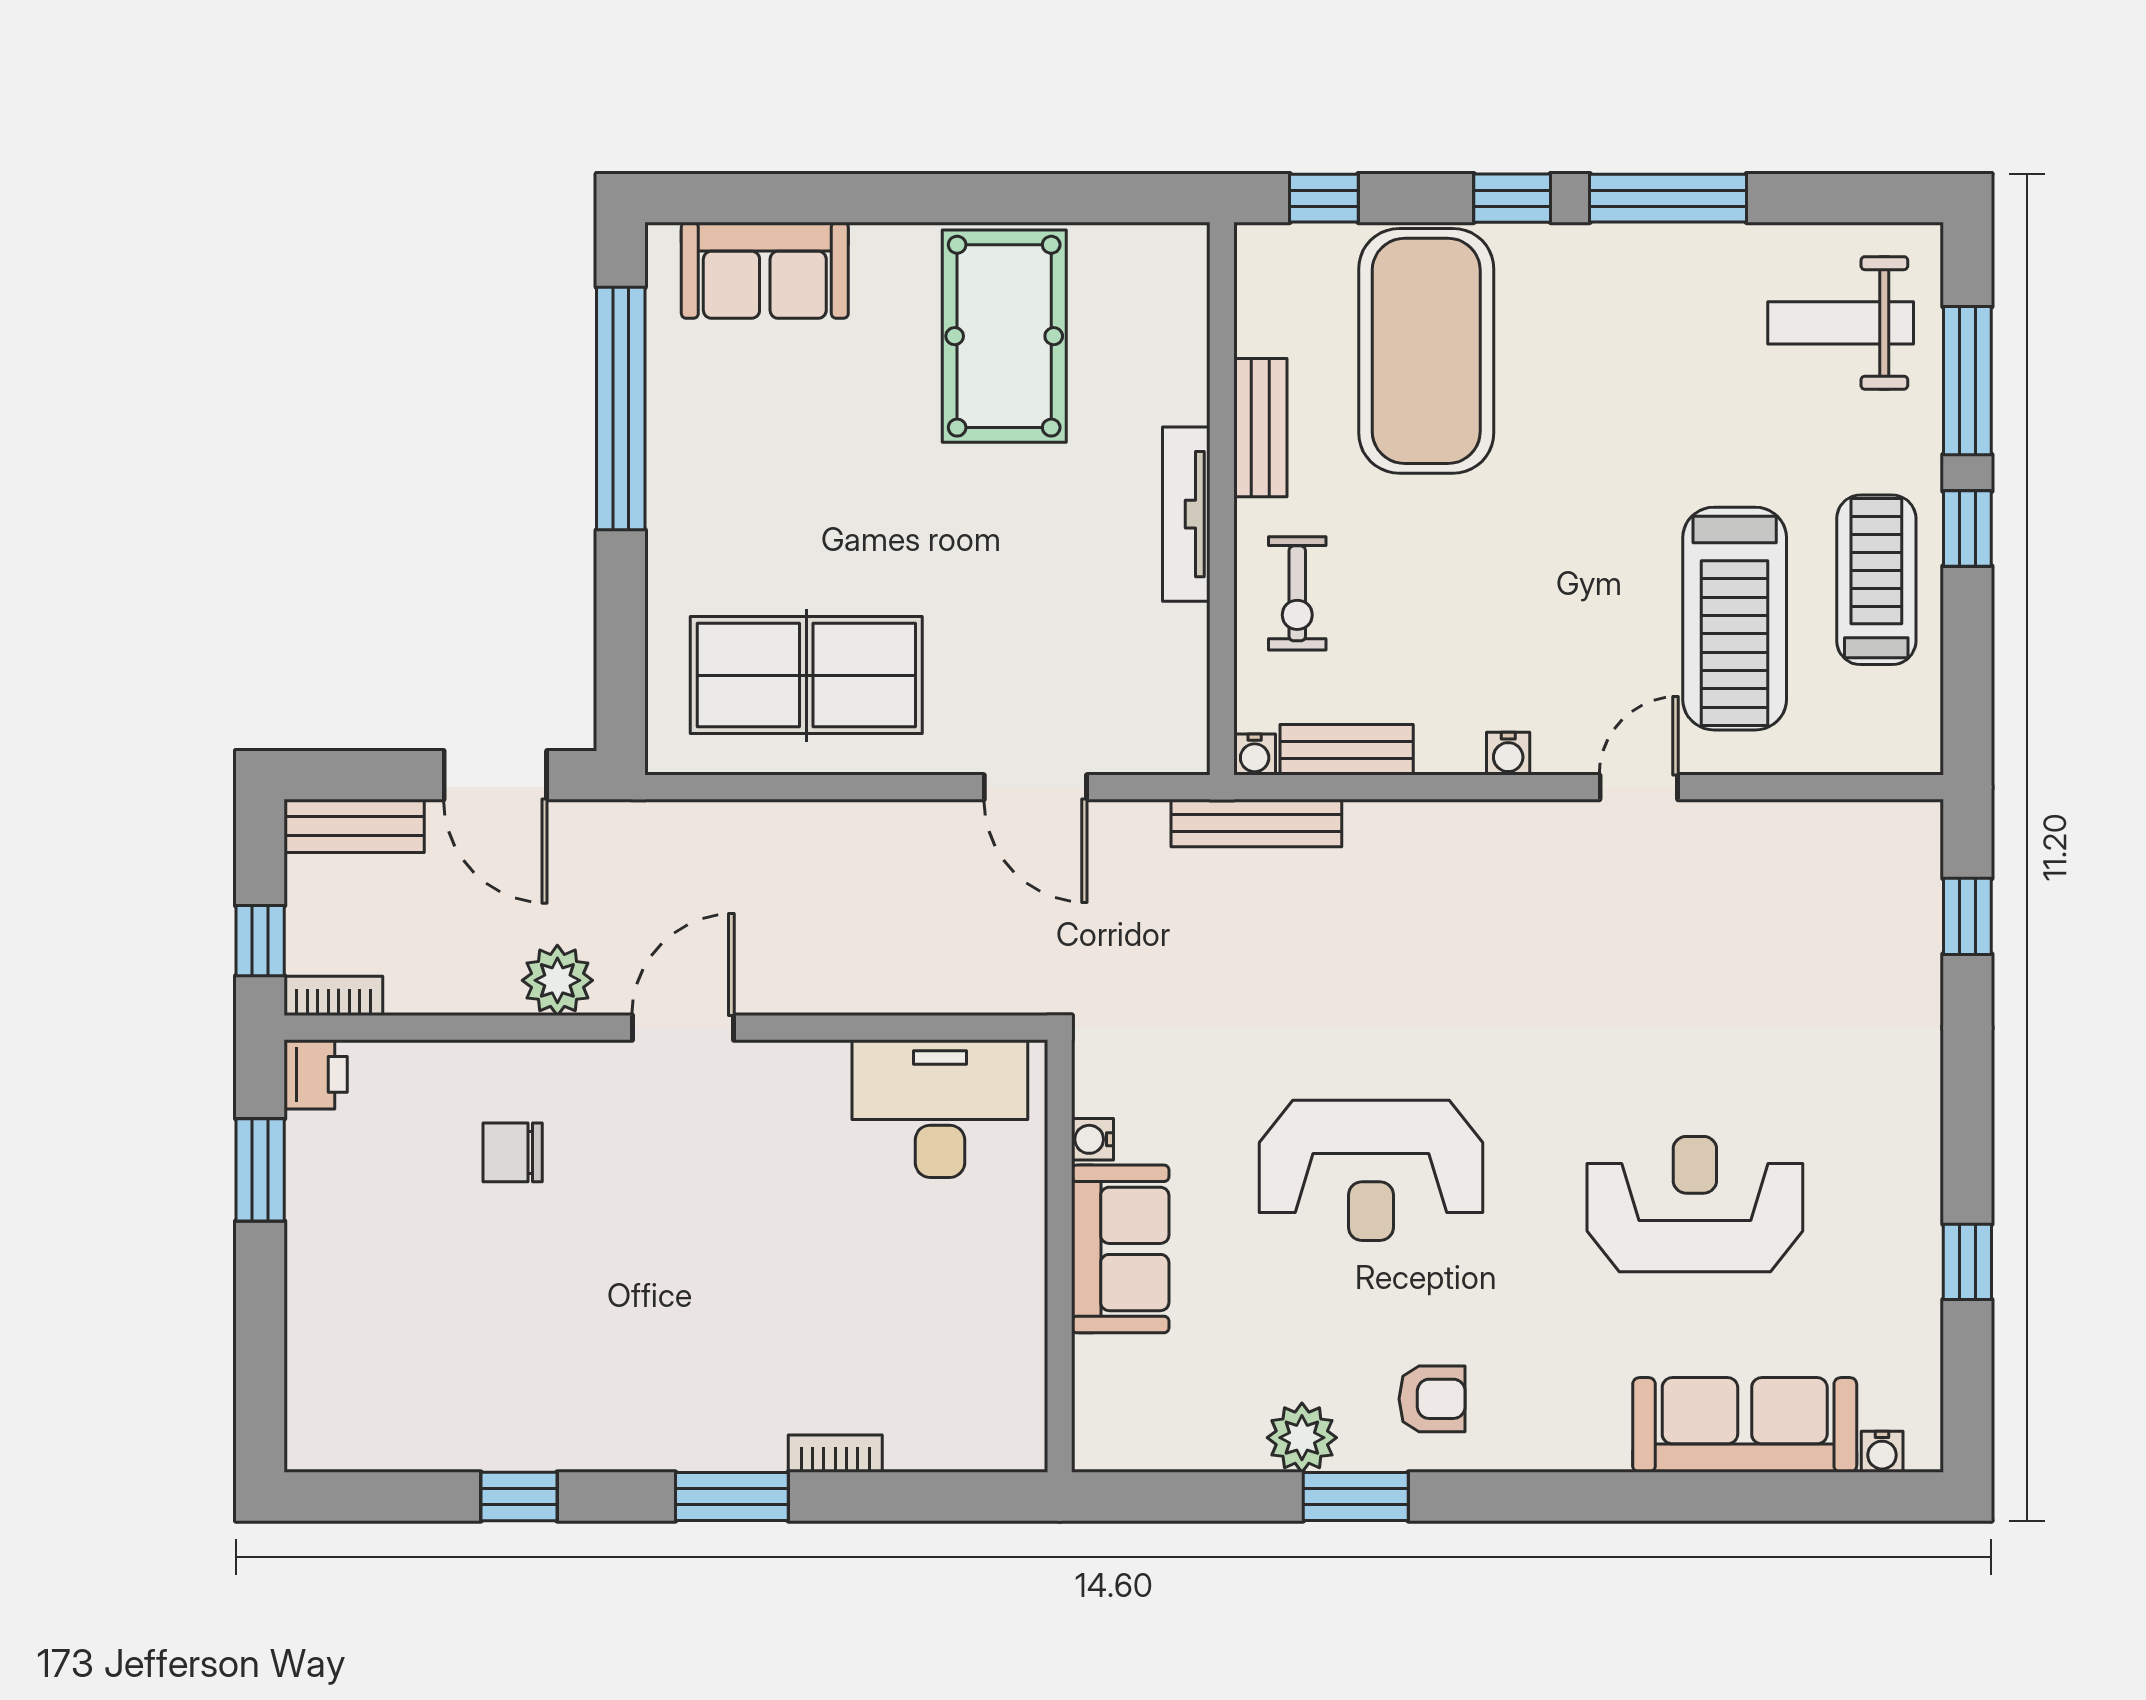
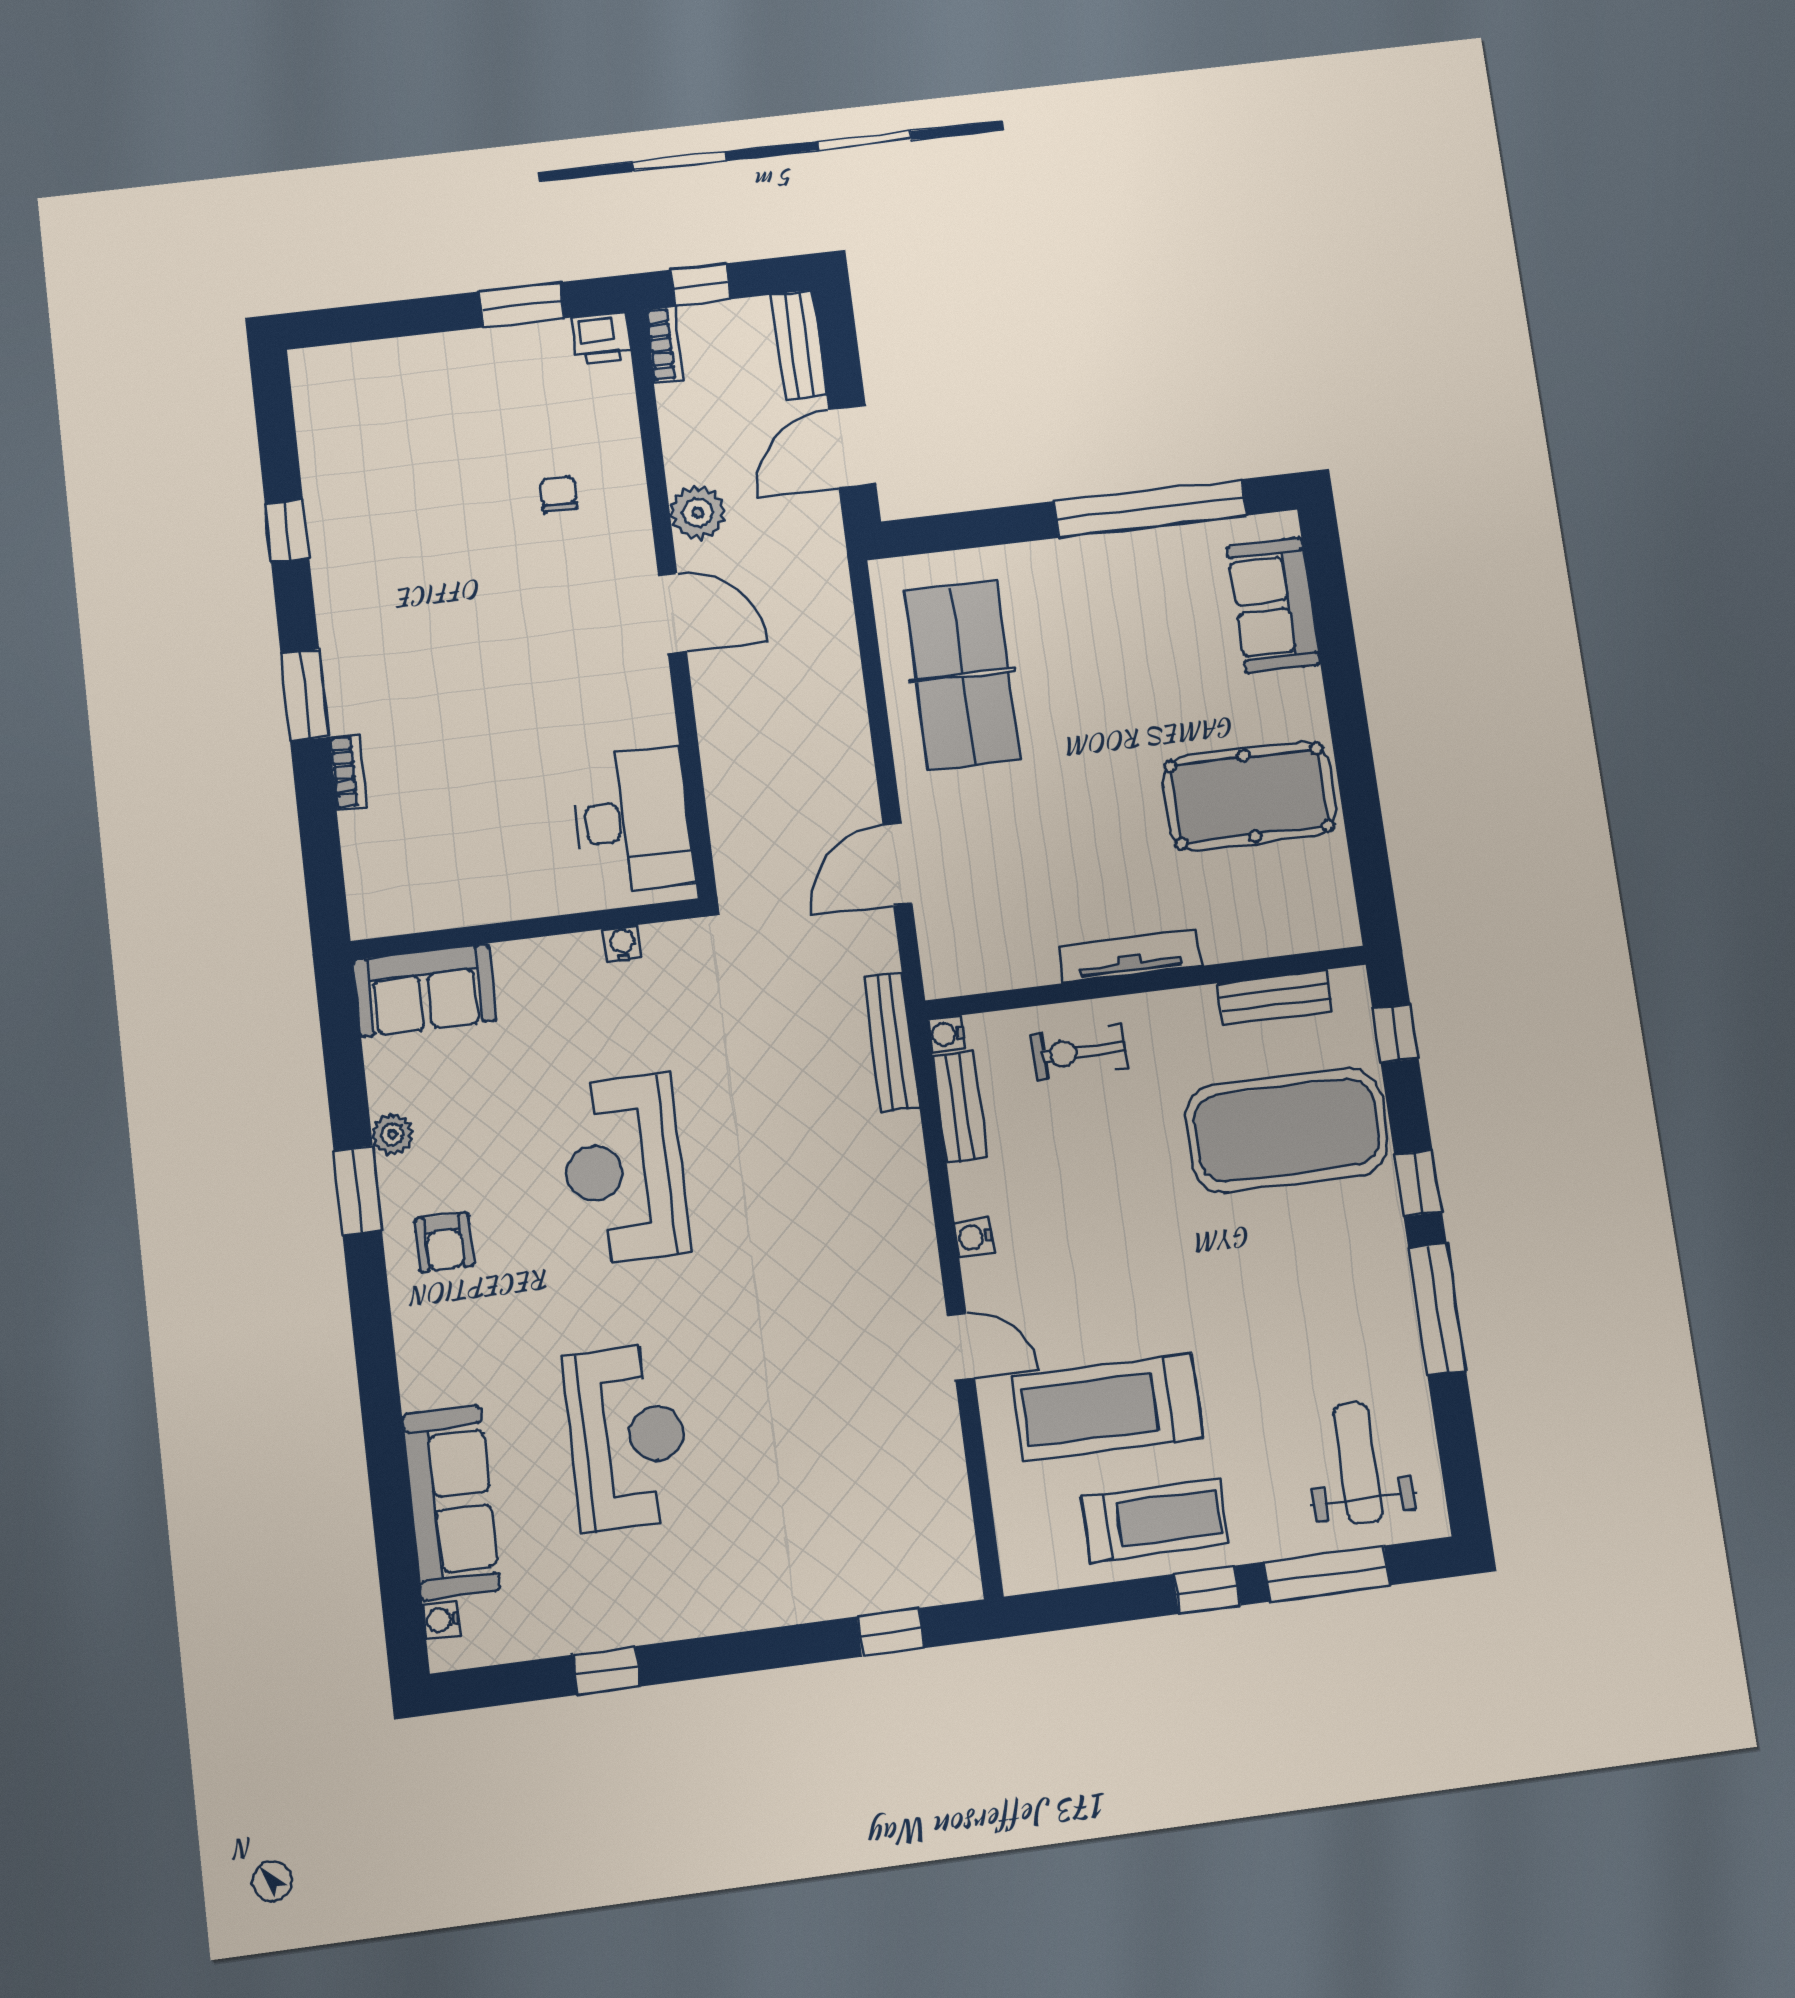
bench: (1260, 428) -> (1274, 997), moved
chair: (513, 1152) -> (558, 494), width x0.73, depth x0.73
sofa: (1120, 1249) -> (425, 990), moved
plant: (1302, 1438) -> (392, 1134), width x0.73, depth x0.73

